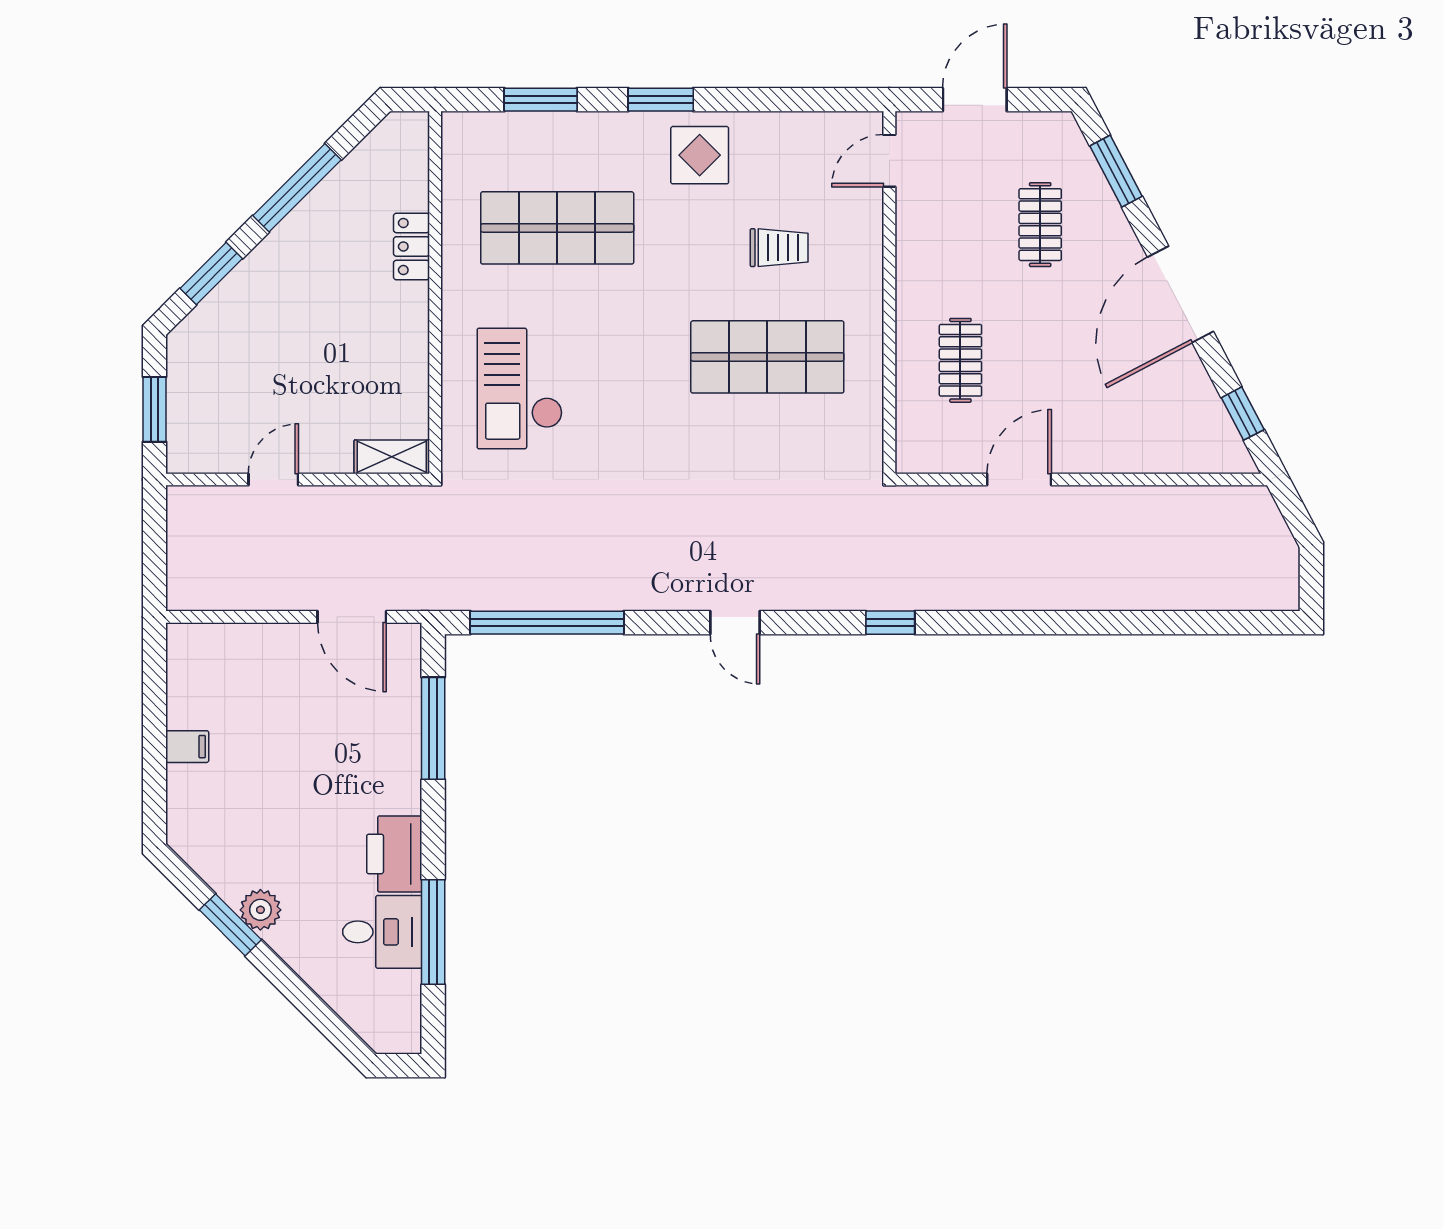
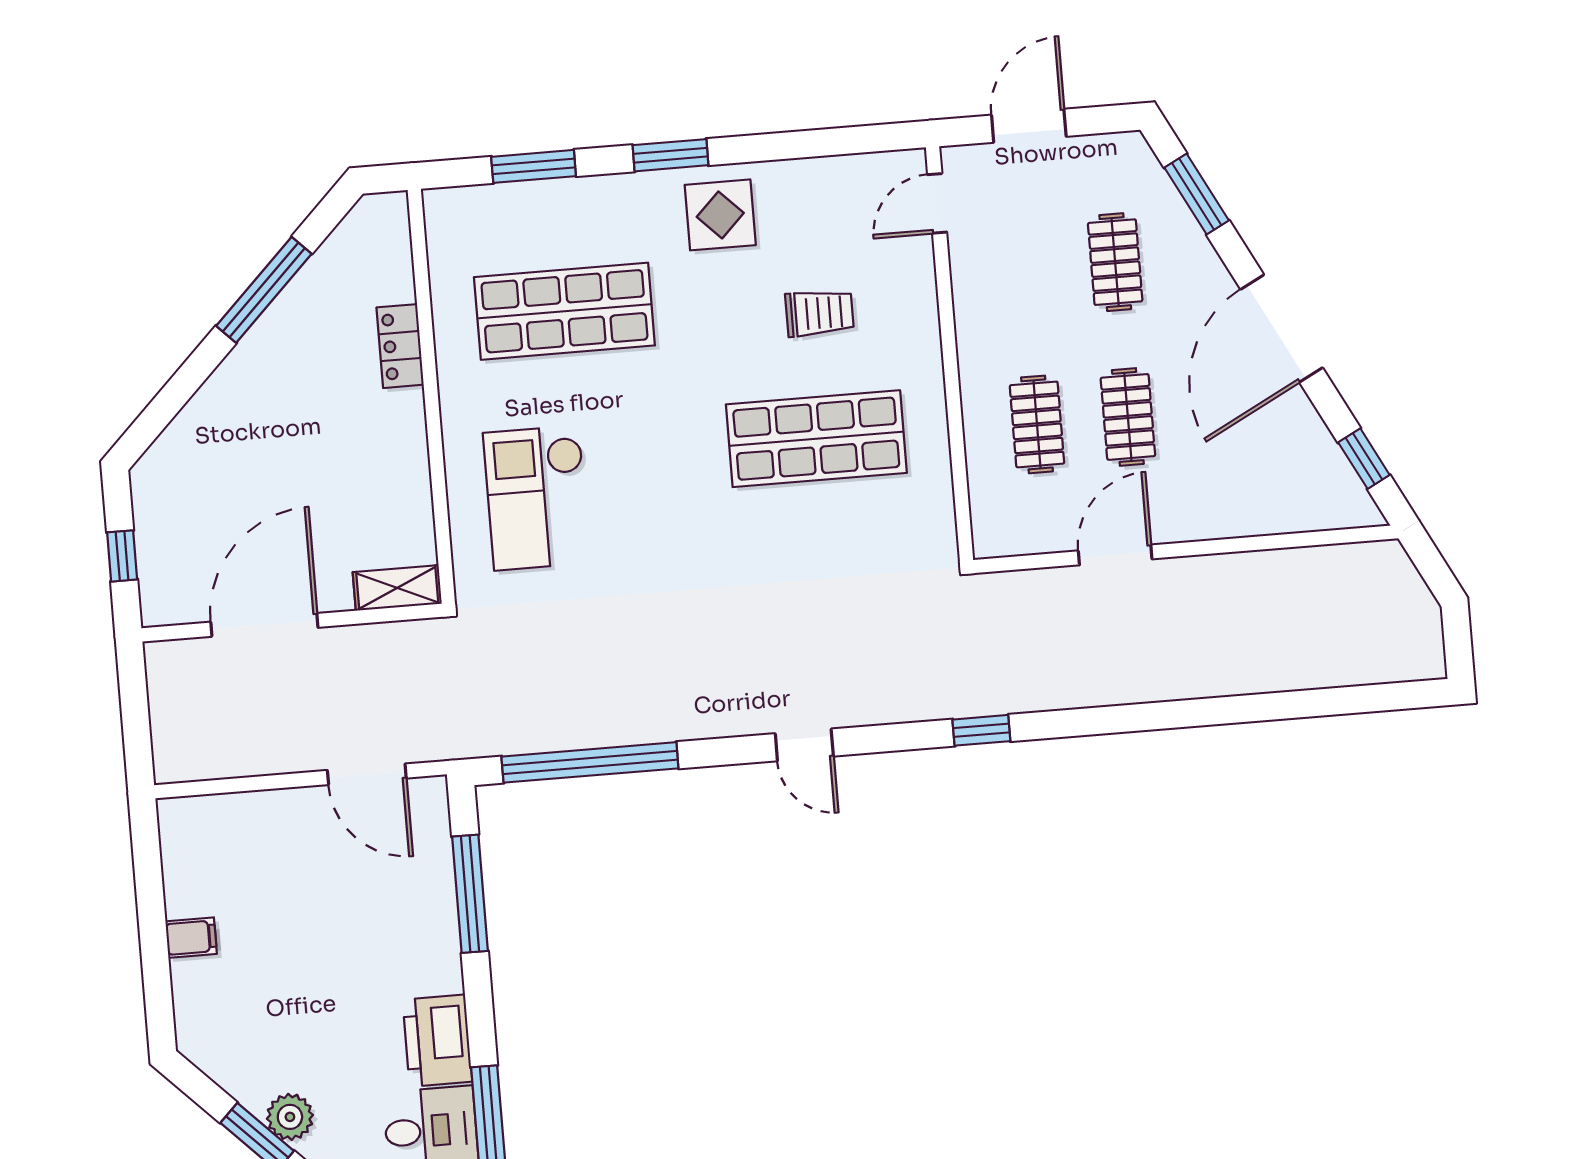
window: (211, 274) -> (174, 396), removed
clothes rail: (1040, 360) -> (1128, 417), added
window: (154, 409) -> (122, 556), width x0.67
door: (273, 480) -> (264, 625), width x1.88

